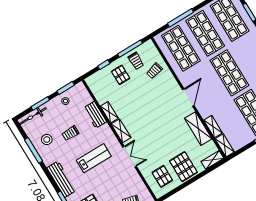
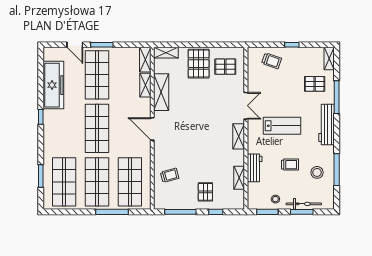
trolley: (136, 61) -> (182, 196), removed
door: (188, 97) -> (152, 129), hinge flipped
shelving: (109, 112) -> (239, 178), moved
bicycle: (33, 116) -> (304, 204), moved
double door: (130, 157) -> (246, 106), swing flipped
lab bench: (94, 158) -> (282, 126), turned 180
pallet: (162, 176) -> (225, 67), turned 90

